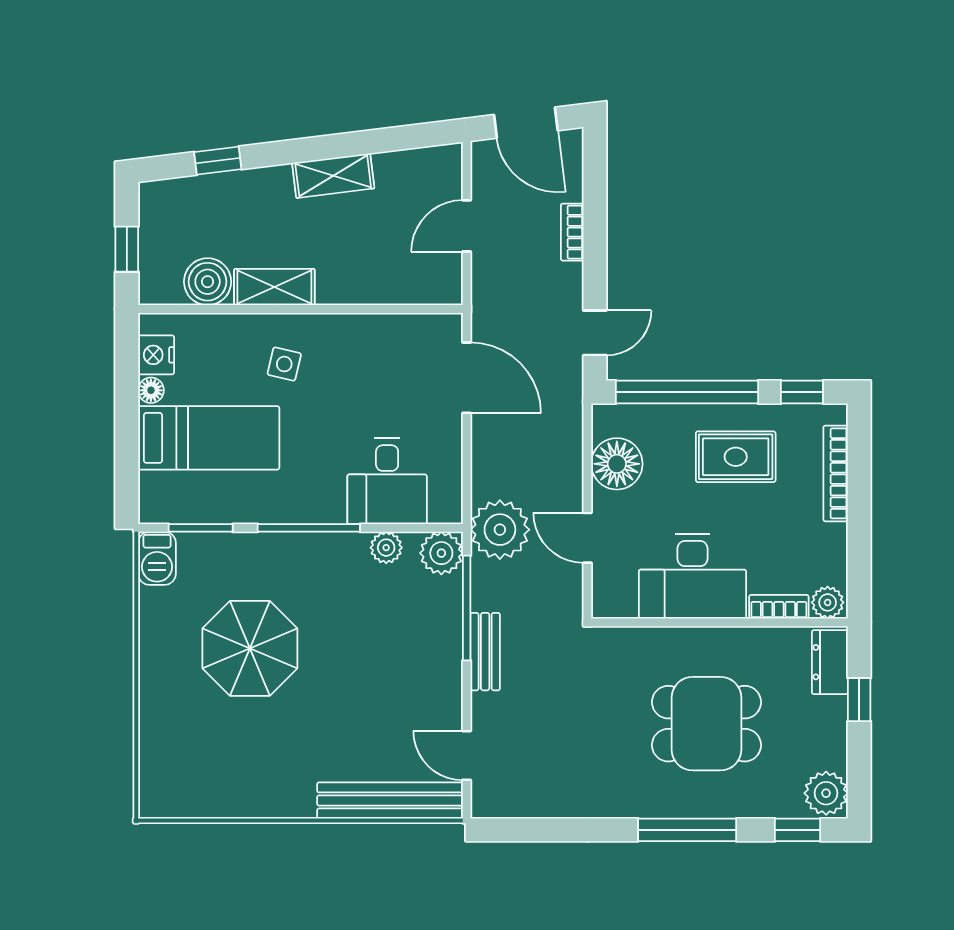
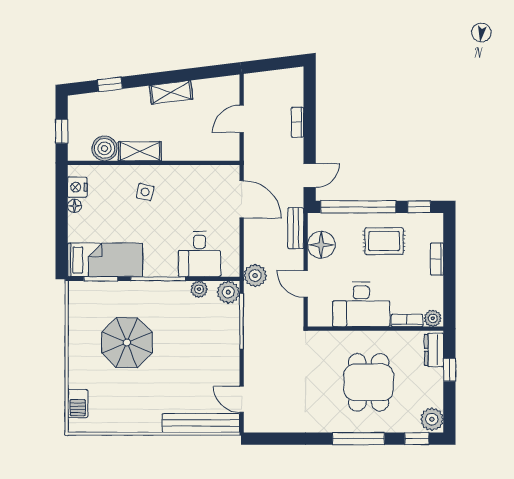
door: (526, 123) -> (273, 64), removed
bed: (209, 438) -> (105, 260), moved
bookcase: (836, 473) -> (437, 259), width x0.64
plant: (500, 530) -> (255, 275), width x0.73, depth x0.73
barbecue: (157, 558) -> (78, 403), moved
bench: (485, 652) -> (296, 228), moved
dining table: (706, 724) -> (369, 382), turned 90

